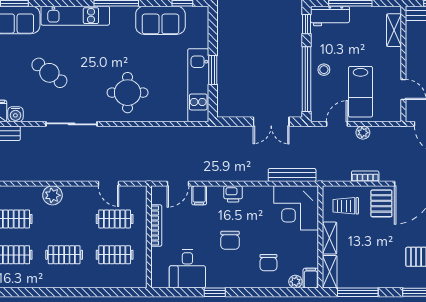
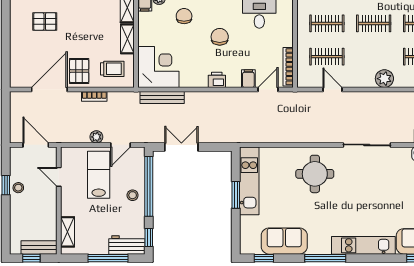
cafe table: (49, 73) -> (387, 192), removed
bookcase: (156, 226) -> (288, 67), moved

